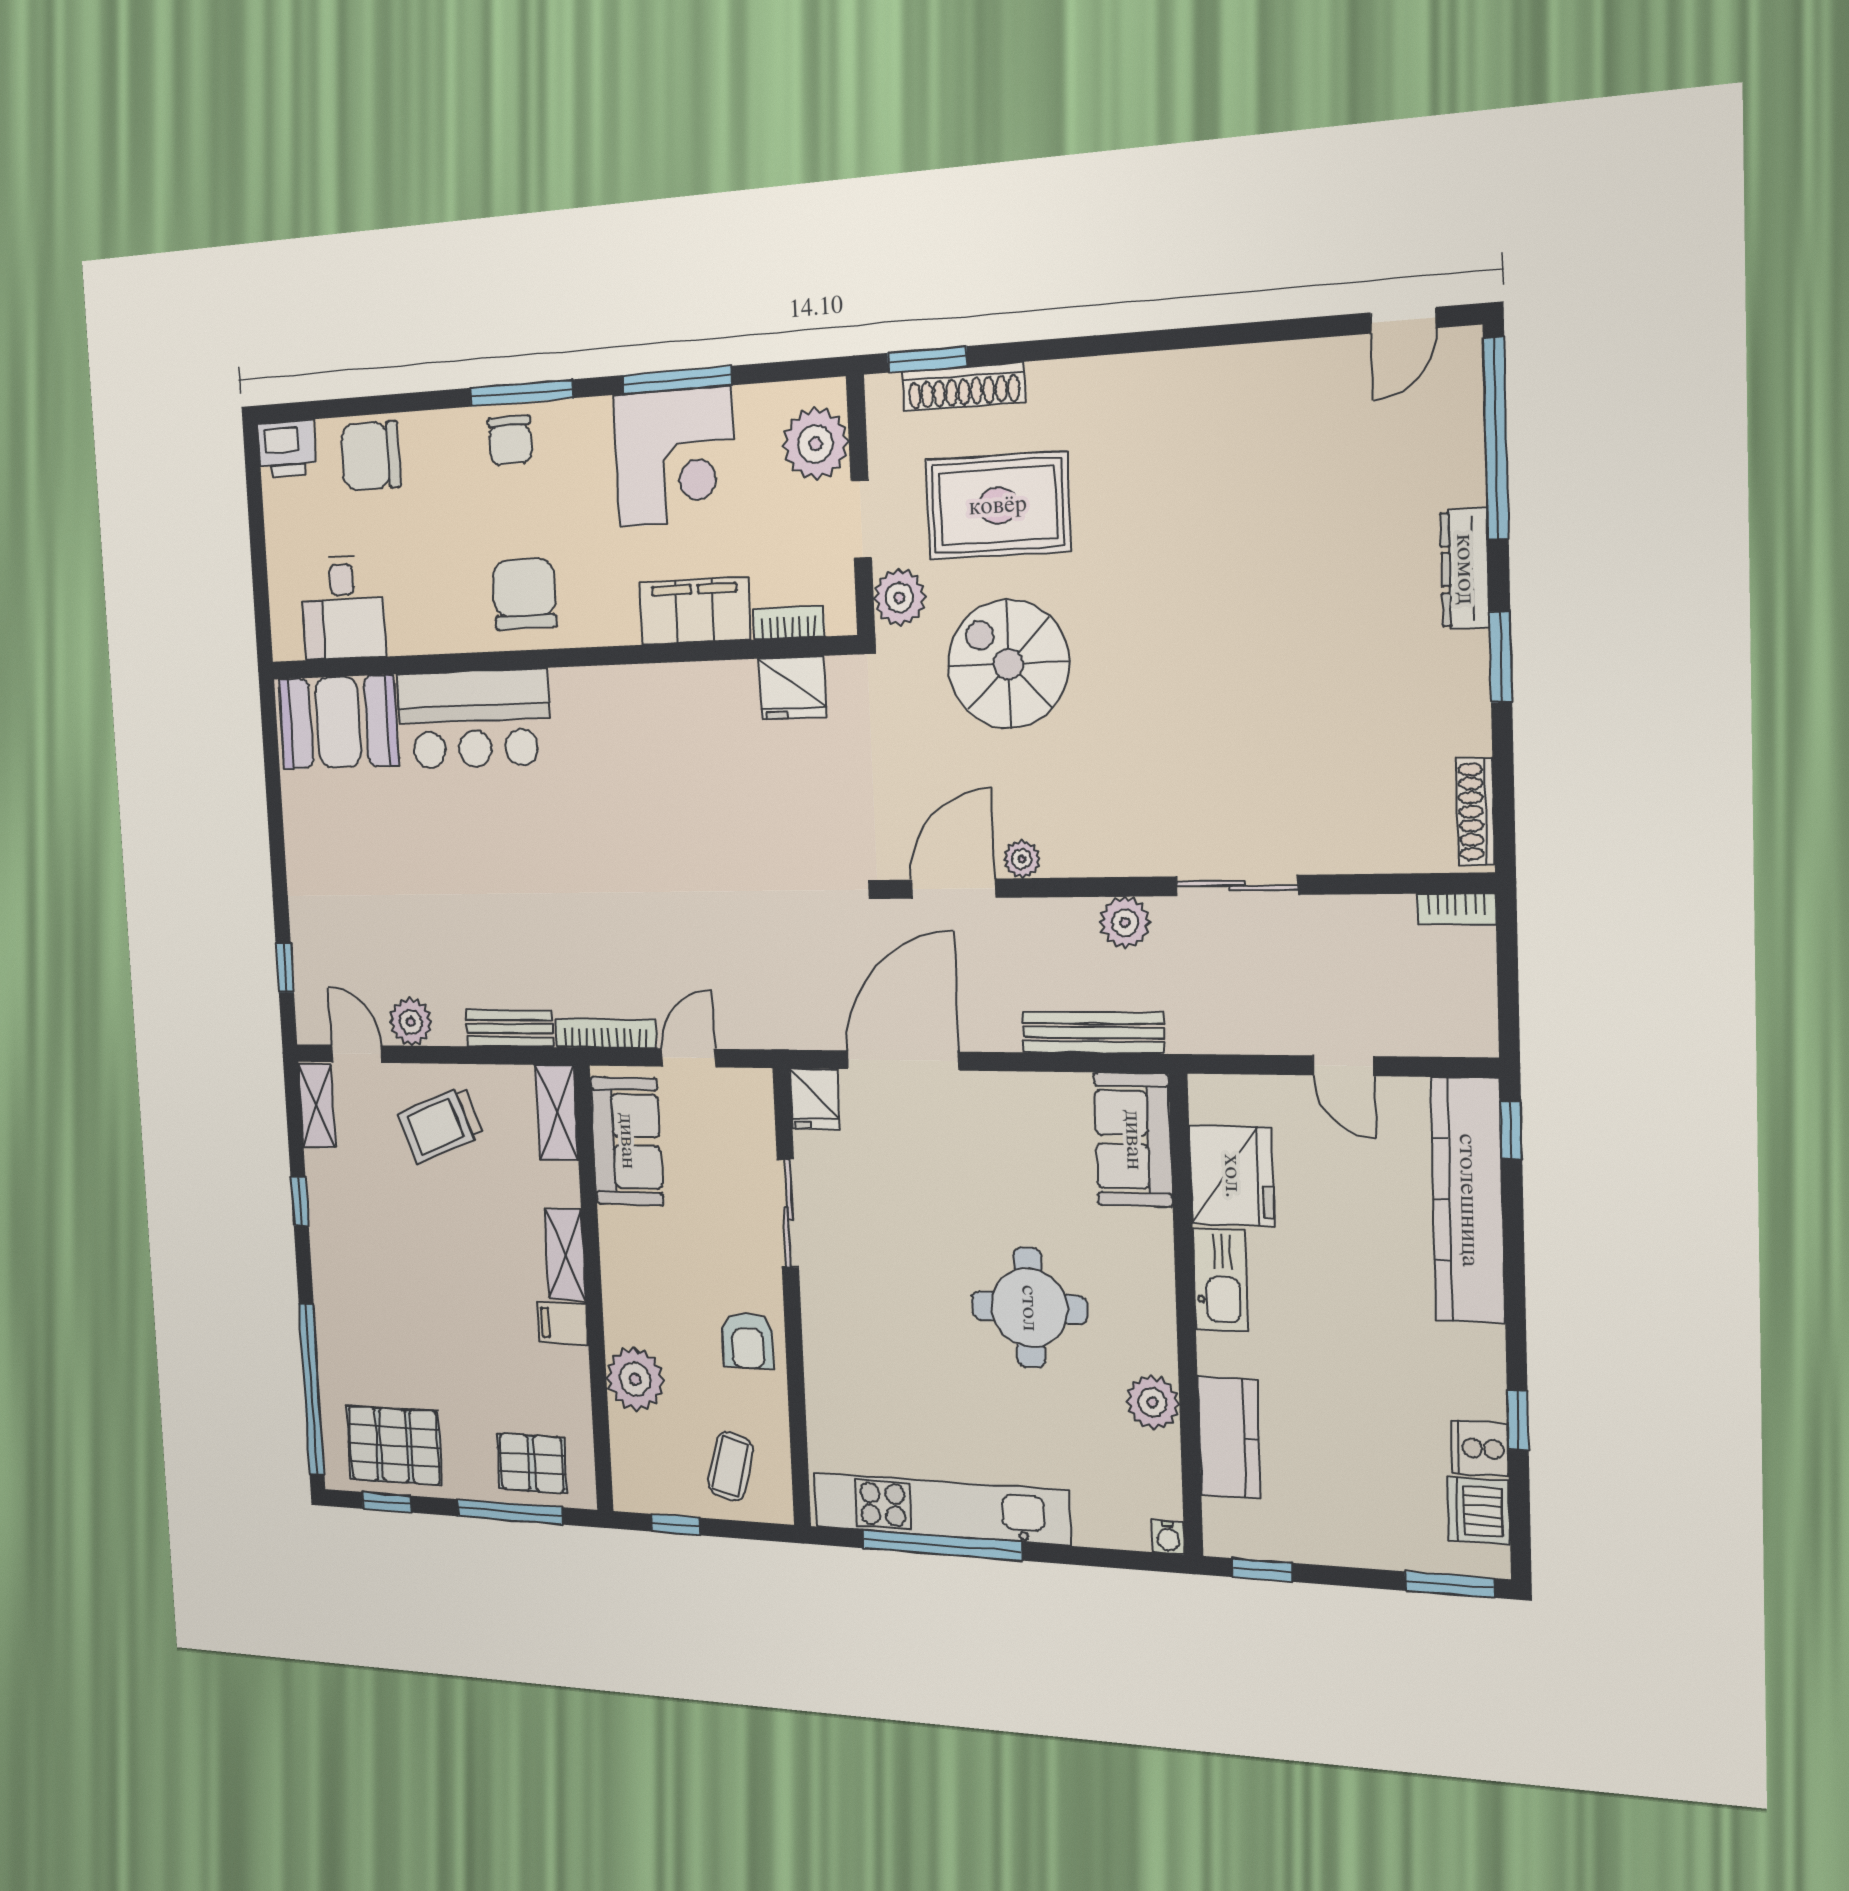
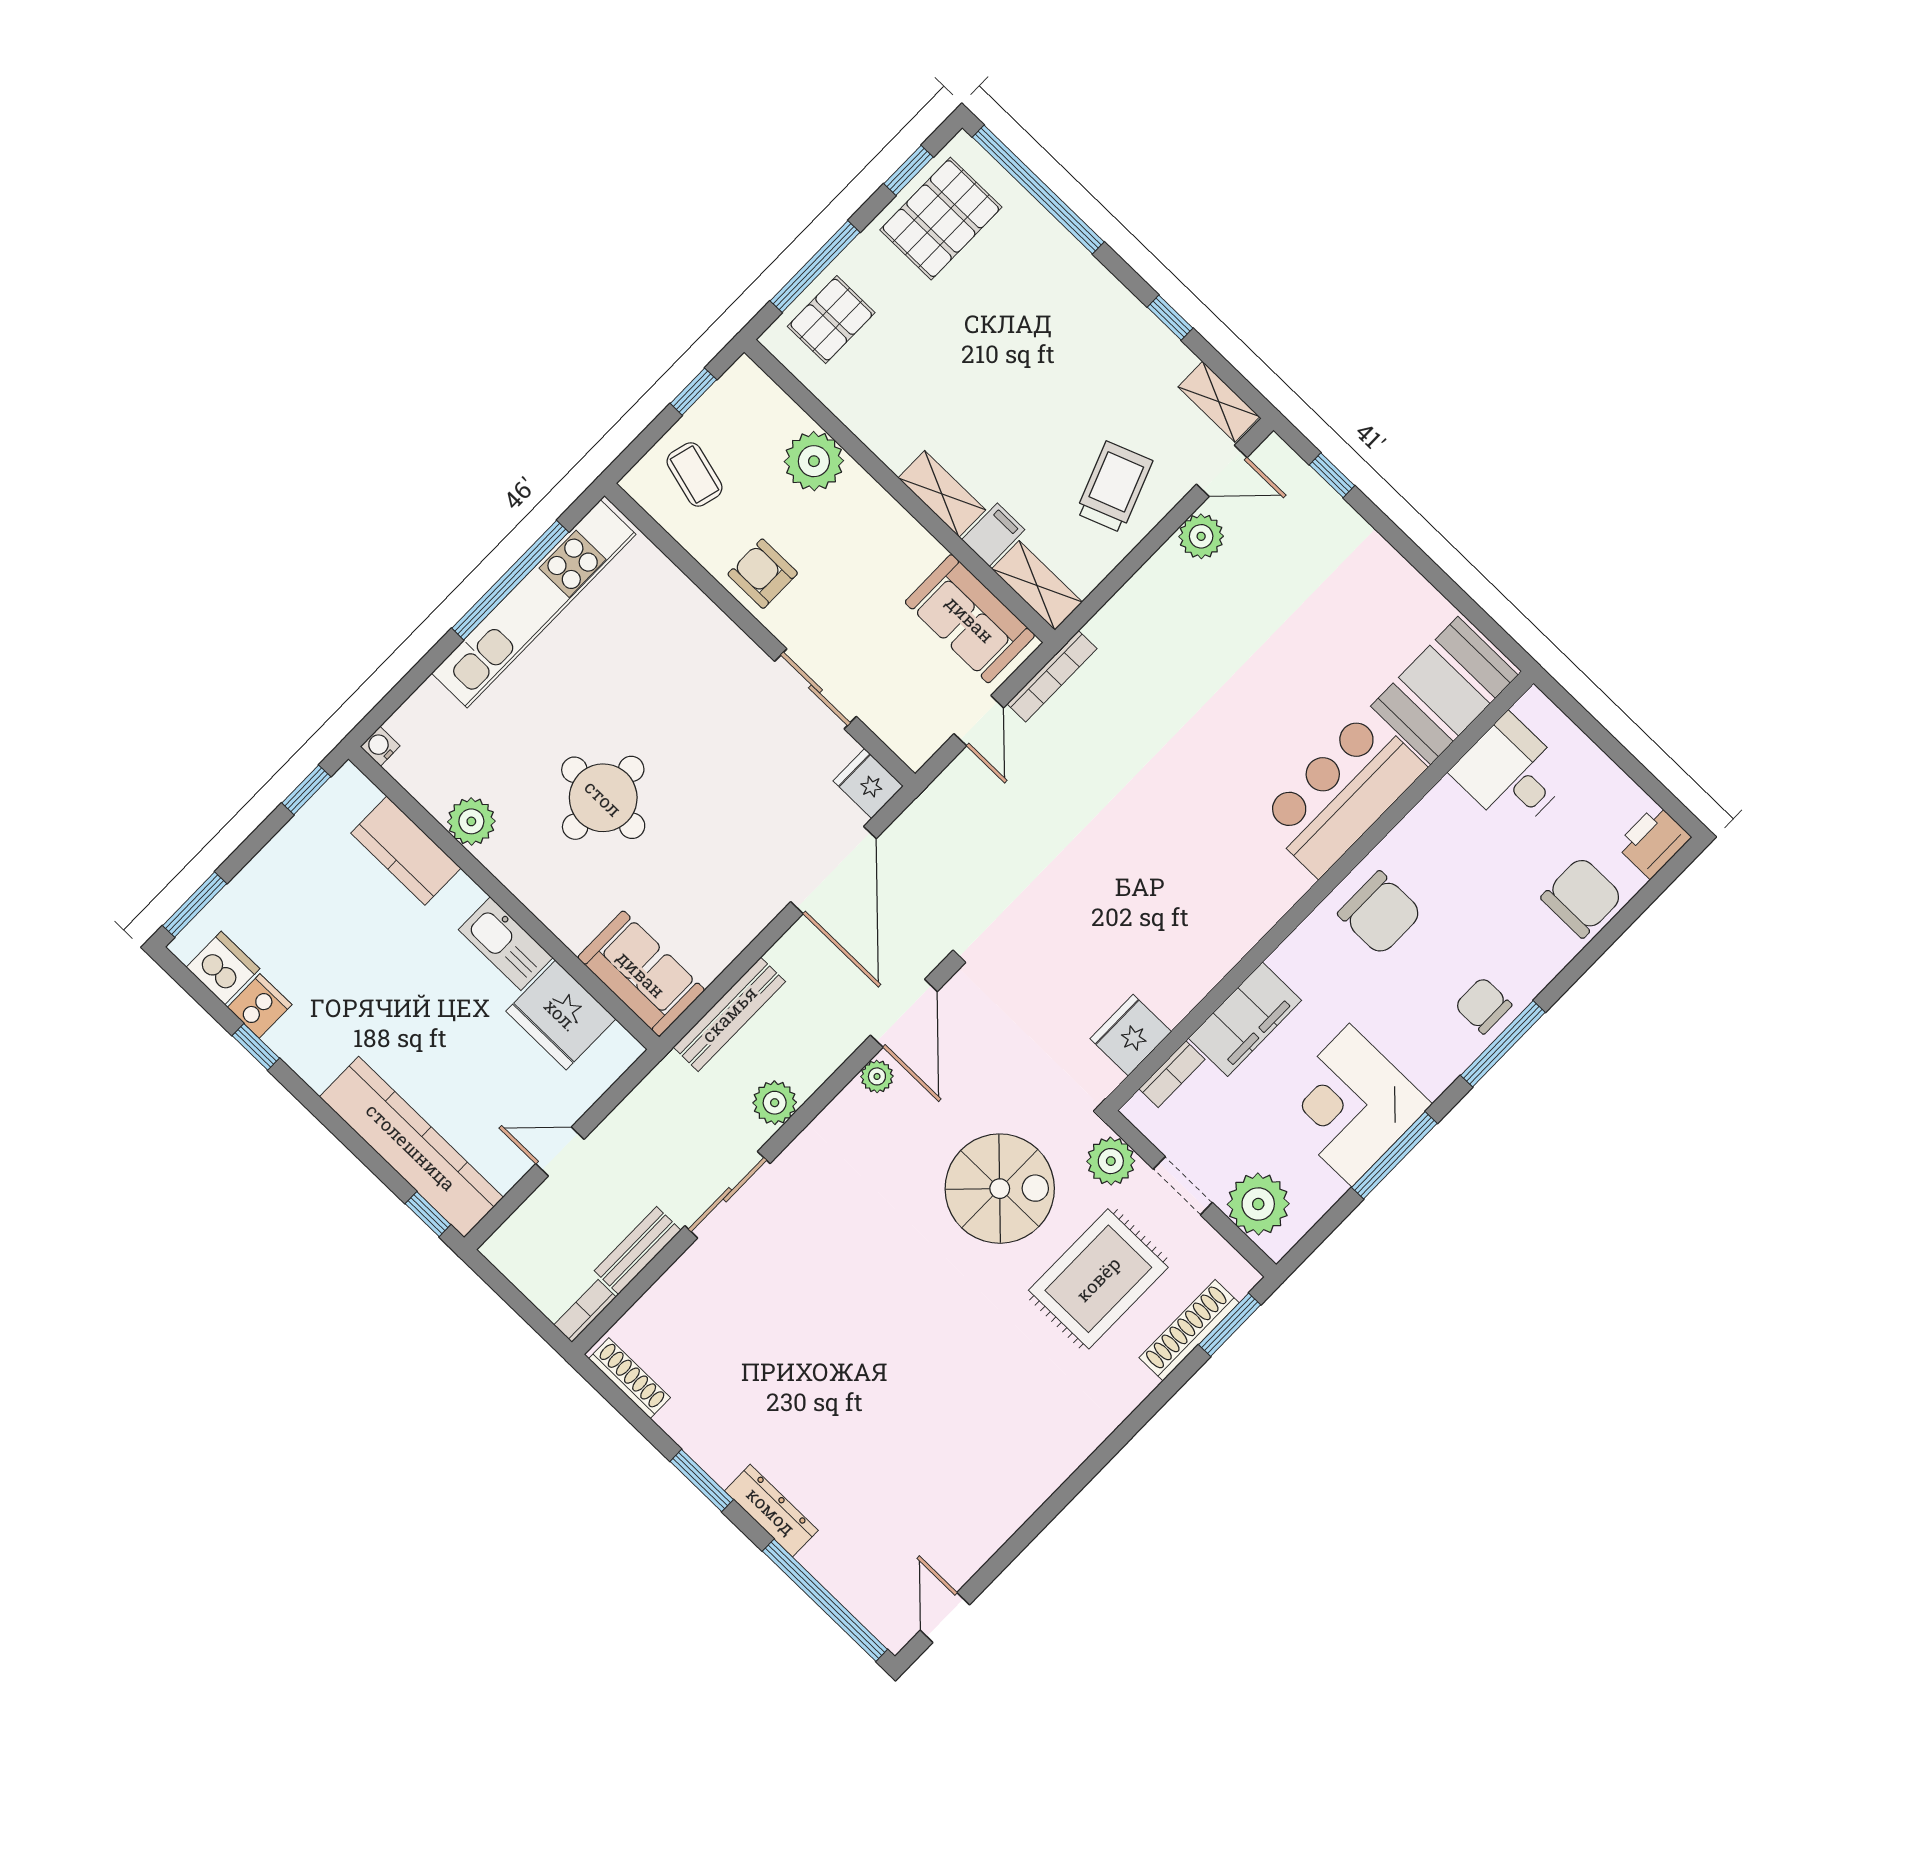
bench: (509, 1028) -> (638, 1251), moved
filing cabinet: (563, 1323) -> (993, 535), moved

